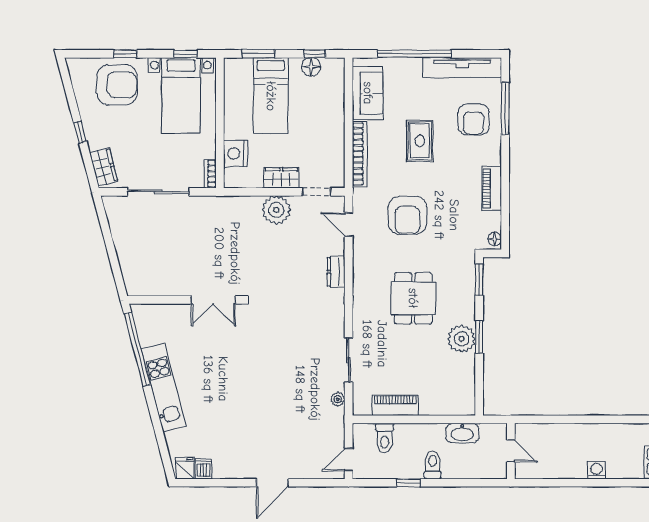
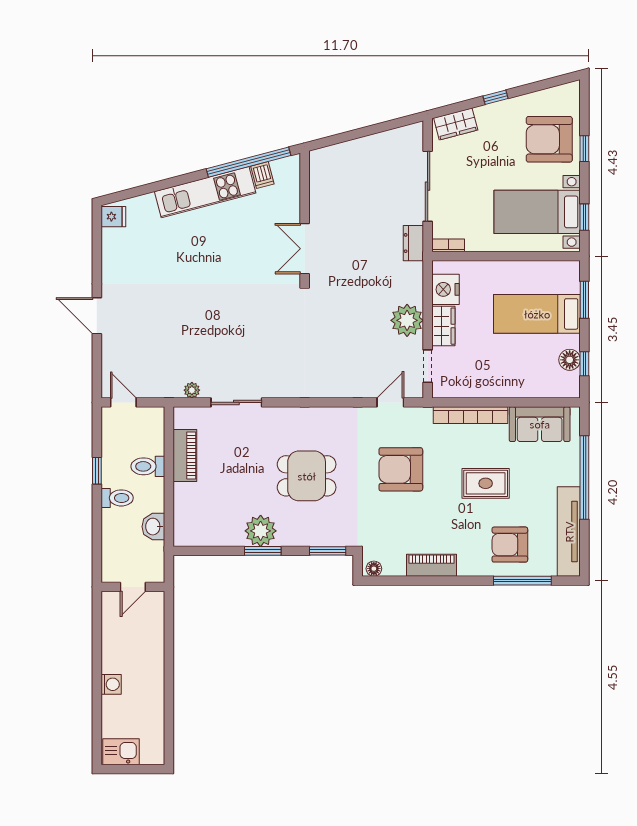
armchair: (117, 85) -> (549, 139), turned 90
nightstand: (236, 154) -> (445, 289), moved, turned -90
dresser: (336, 272) -> (413, 243), moved, turned -90
washbasin: (462, 433) -> (153, 527), width x0.72
toilet: (385, 438) -> (148, 466), moved
dishwasher: (204, 469) -> (262, 175), moved, turned 75

